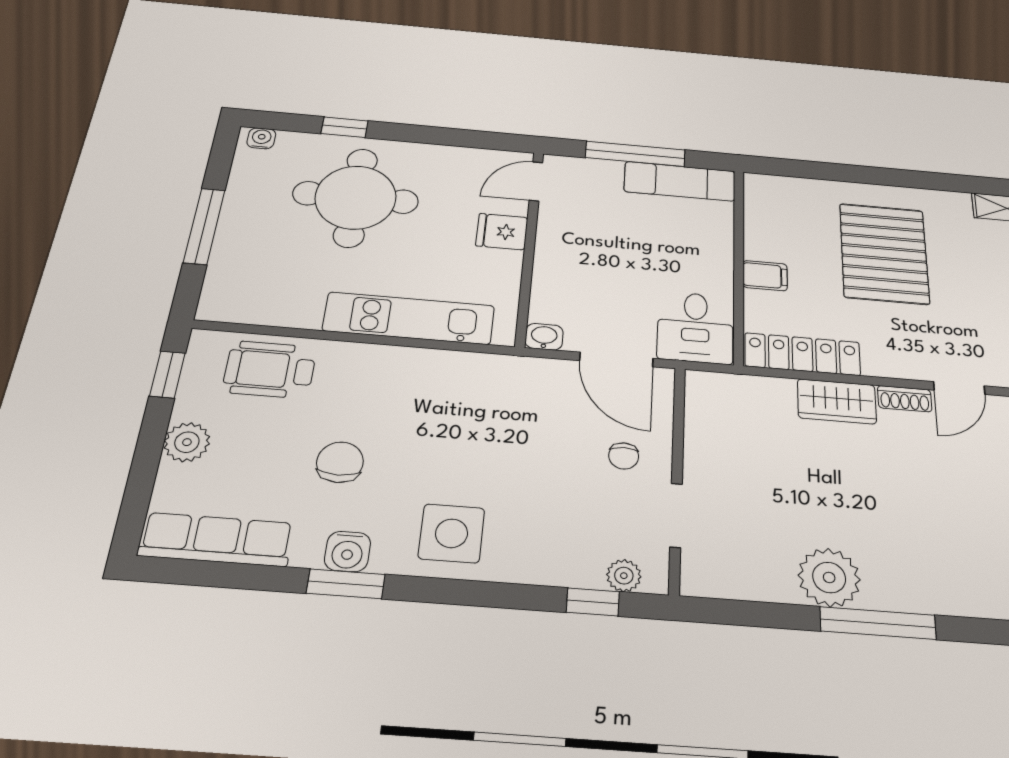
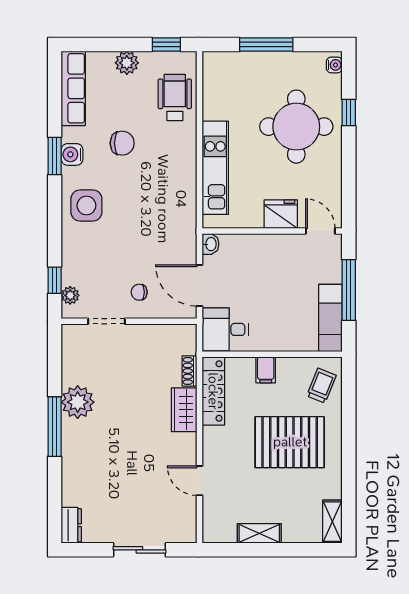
trolley: (790, 203) -> (322, 386), added
fridge: (502, 232) -> (281, 214), width x1.38
door: (616, 360) -> (199, 285), hinge flipped
shoe rack: (905, 399) -> (189, 371), moved

